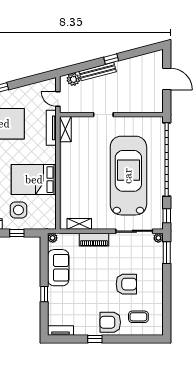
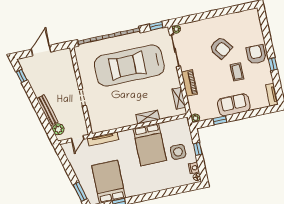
window: (111, 59) -> (22, 76), moved
shelving: (65, 129) -> (148, 117), moved
window: (167, 253) -> (187, 19), removed
sofa: (58, 268) -> (234, 105), moved
armchair: (126, 284) -> (221, 48), turned 144
window: (44, 294) -> (220, 120), moved
coffee table: (138, 317) -> (237, 72), moved
armchair: (110, 322) -> (256, 54), turned 180

